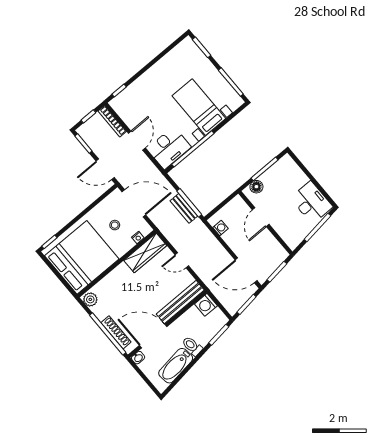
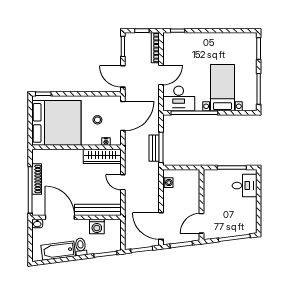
floor lamp: (256, 187) -> (216, 175), removed
desk: (311, 202) -> (245, 186), moved, width x0.73
door: (134, 203) -> (123, 116), hinge flipped
door: (261, 217) -> (201, 223), moved
plant: (90, 299) -> (38, 156), removed
washing machine: (206, 305) -> (97, 227), moved, turned -90
shoe rack: (116, 332) -> (37, 179), moved

